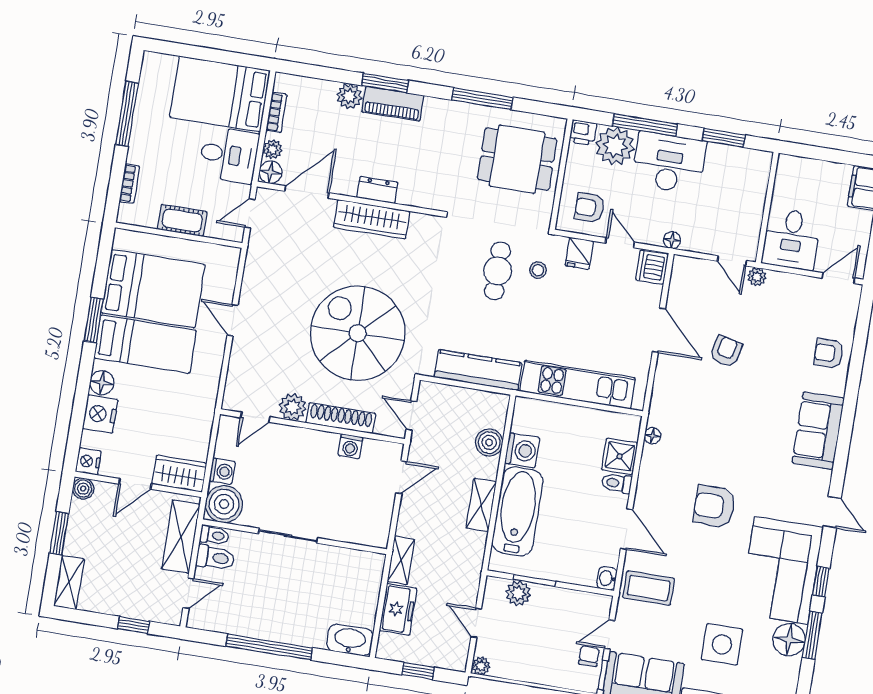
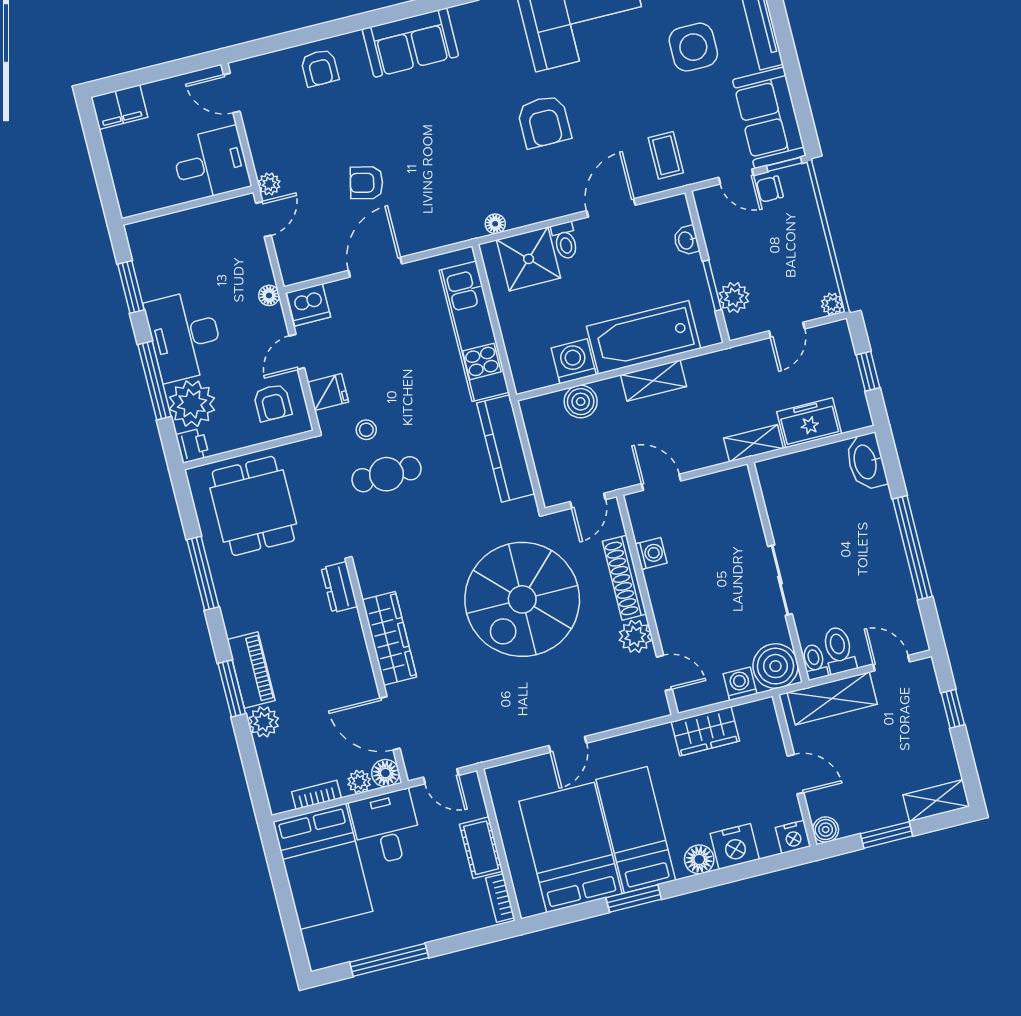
bookcase: (130, 184) -> (500, 898), moved, turned -90
dresser: (377, 190) -> (339, 587), moved
shower: (620, 456) -> (529, 259), width x1.36, depth x1.36
wardrobe: (179, 474) -> (705, 731), moved, turned -90
washbasin: (607, 578) -> (686, 240), moved, turned 90
coffee table: (649, 588) -> (666, 155), width x0.73, depth x0.77

